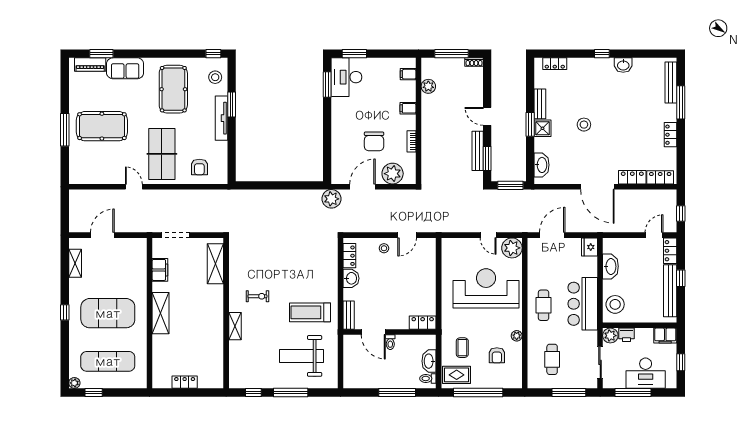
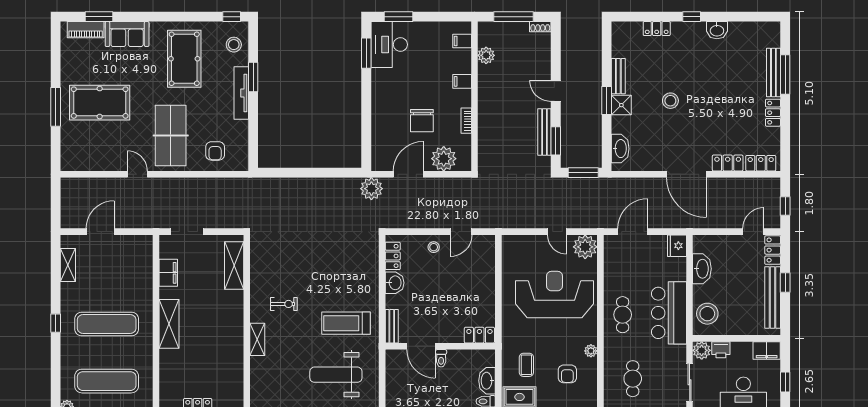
locker: (555, 64) -> (657, 29), moved
bench: (671, 82) -> (773, 73), moved
exercise mat: (108, 313) -> (107, 324), width x0.68

